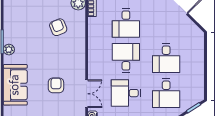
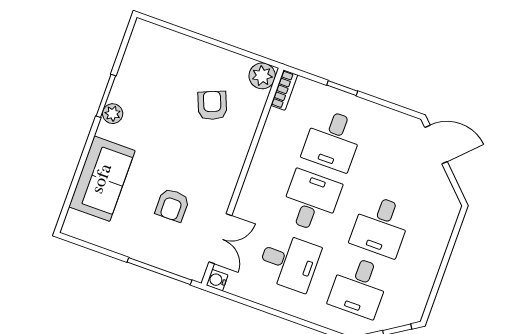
armchair: (56, 85) -> (172, 205), turned 180
desk: (126, 93) -> (289, 262), turned 180

